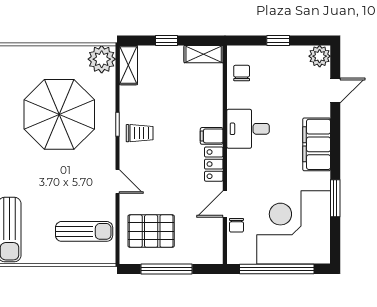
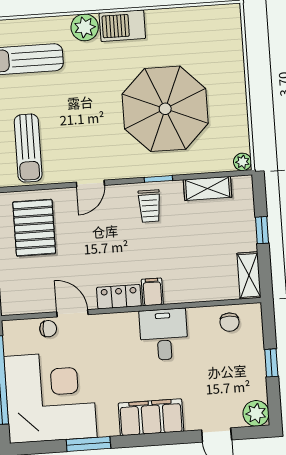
plant: (102, 59) -> (243, 162), width x0.53, depth x0.53
shelving: (128, 65) -> (208, 188), moved
chair: (242, 73) -> (229, 322), turned 90
chair: (236, 225) -> (48, 329), turned 180

